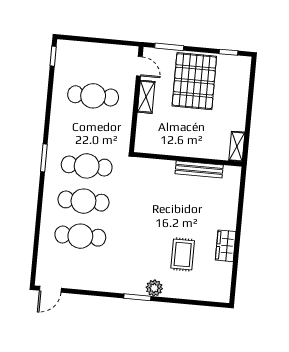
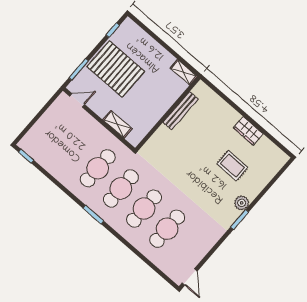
cafe table: (93, 96) -> (98, 168), moved
shelving: (146, 97) -> (117, 124), moved

